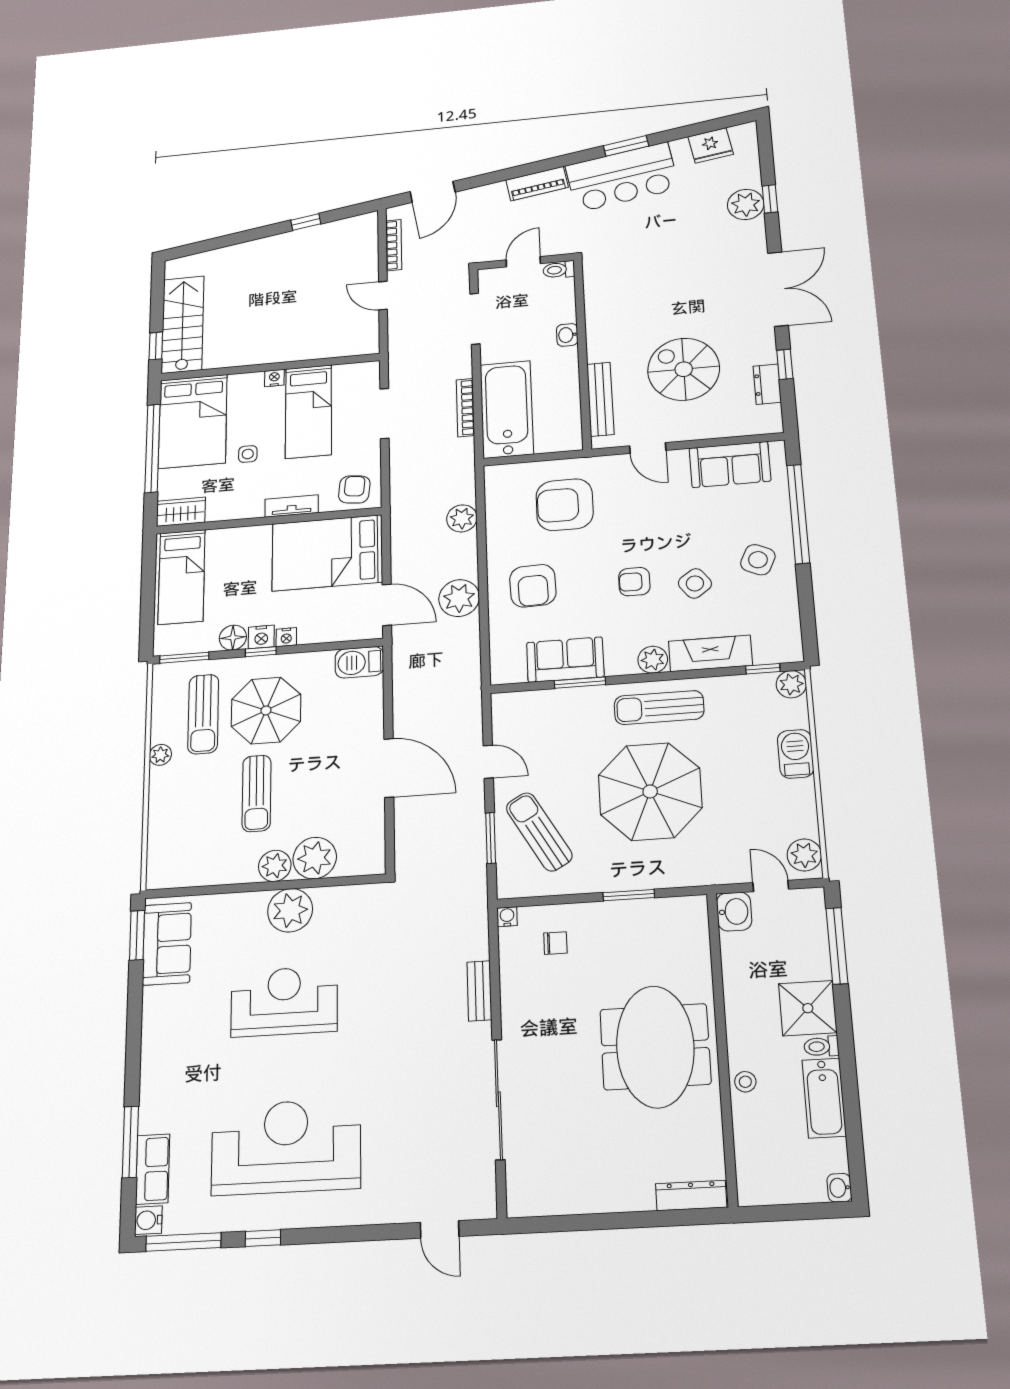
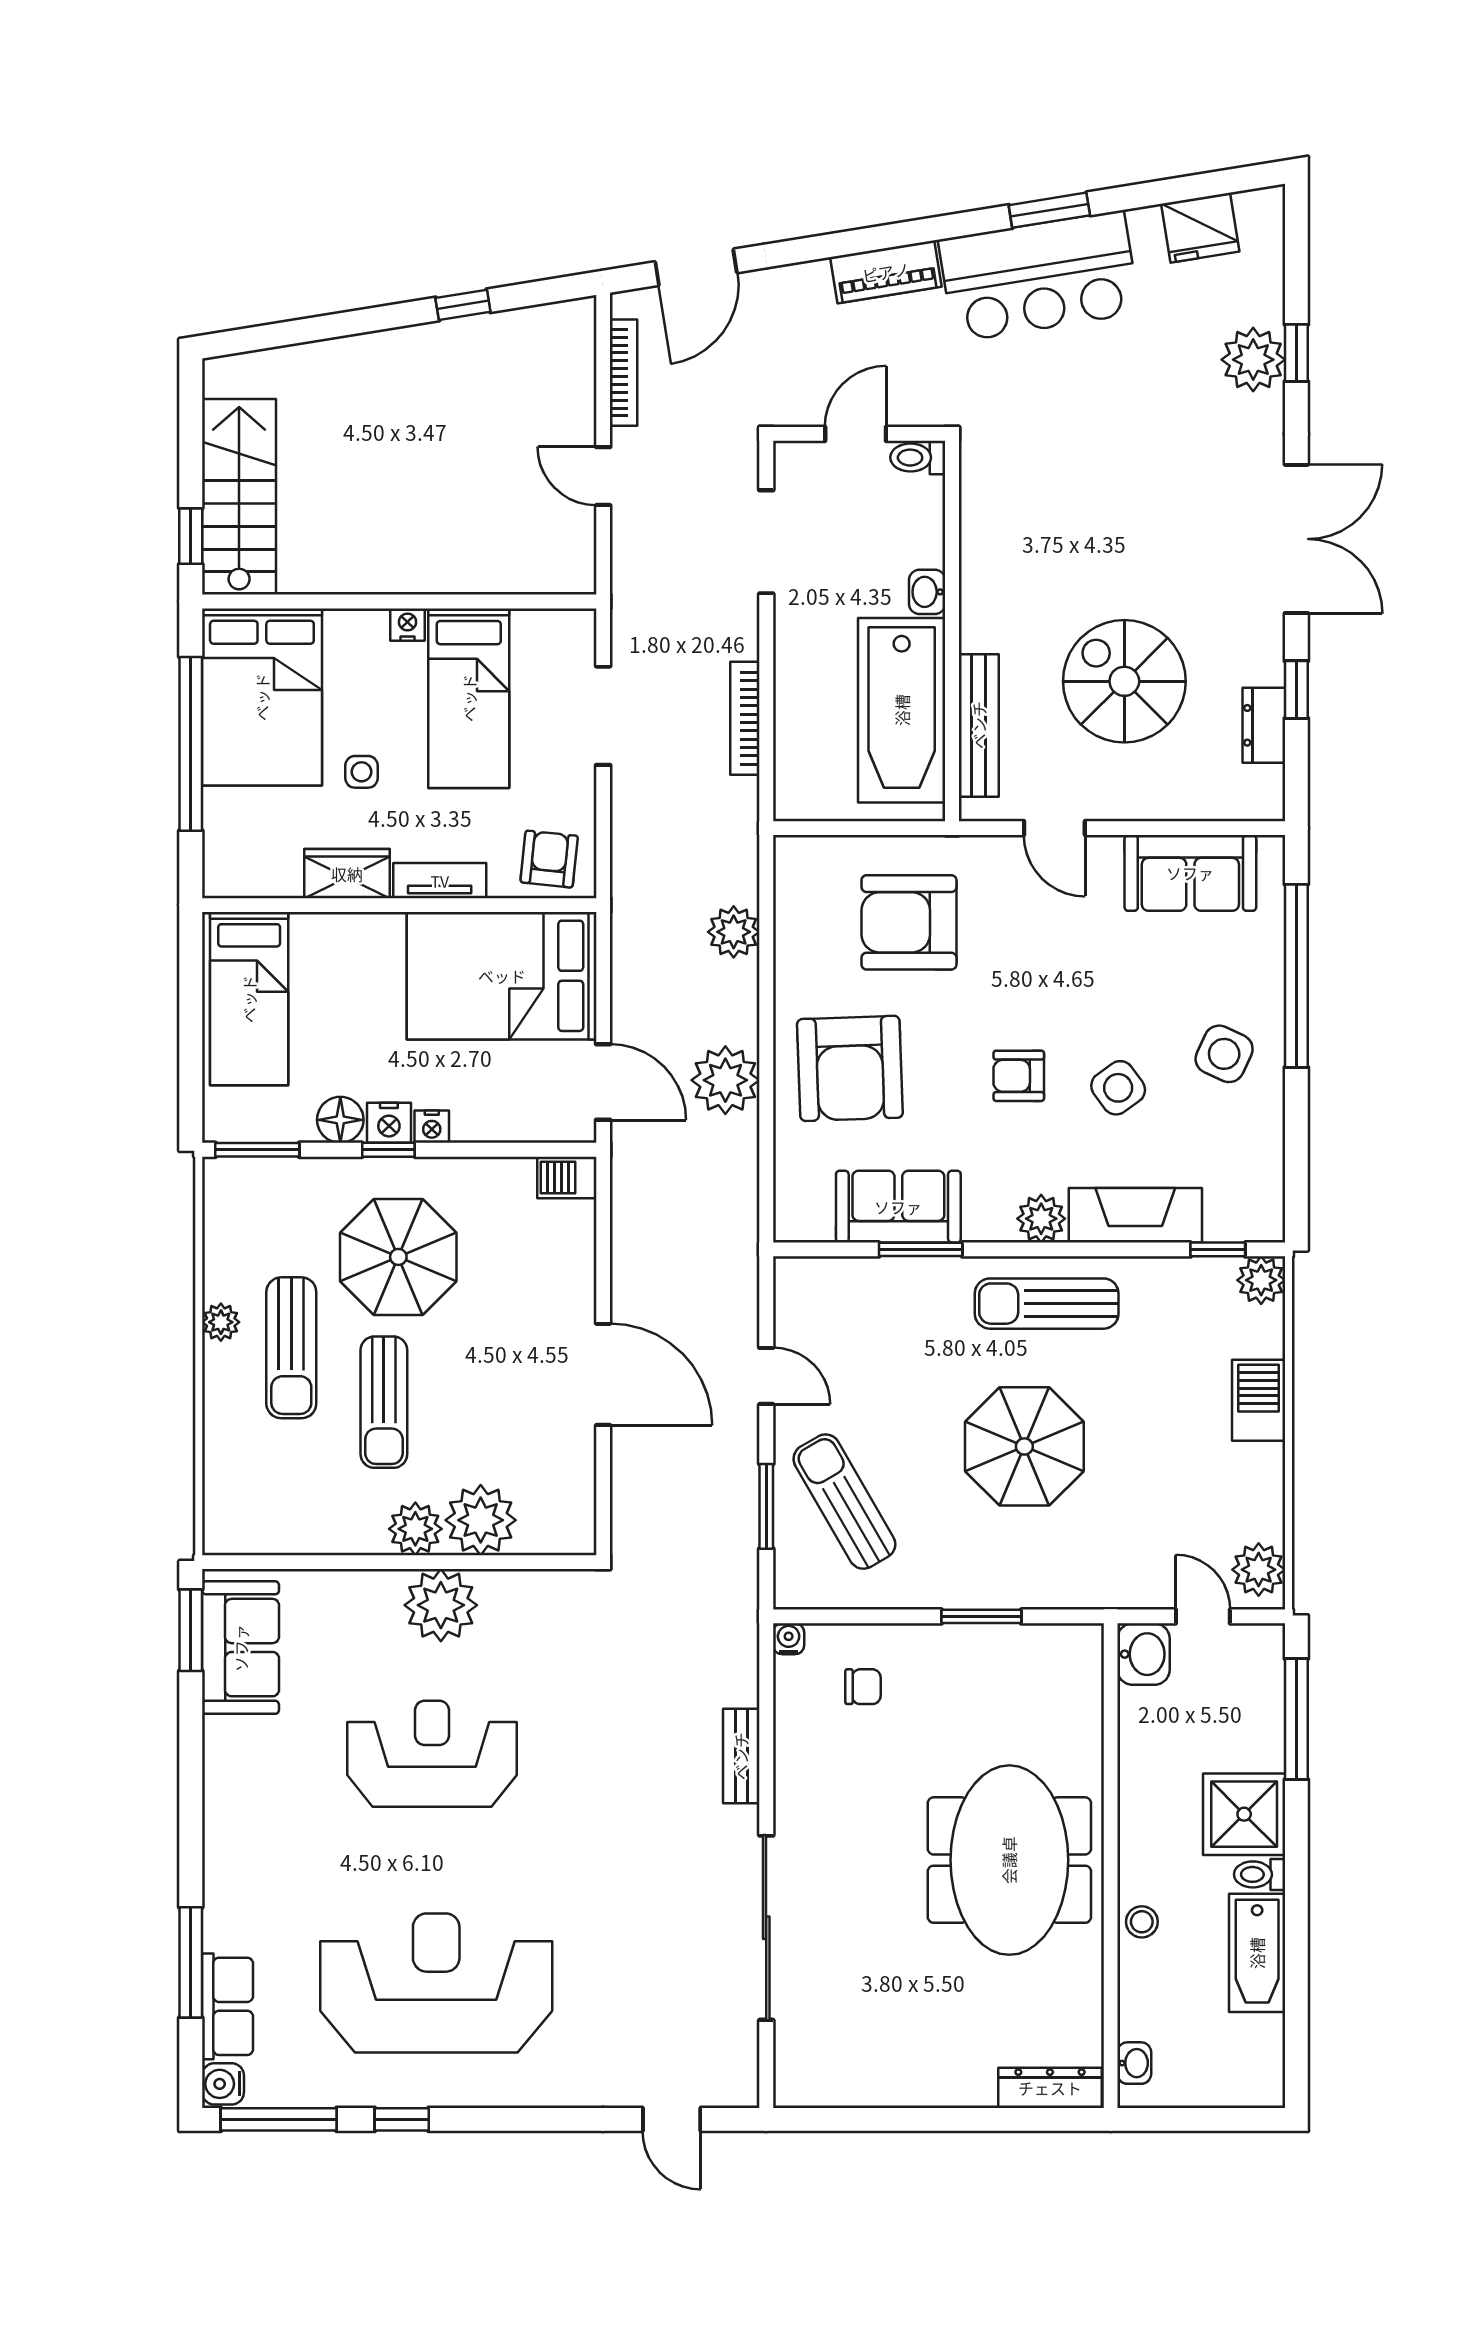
bathtub: (507, 409) -> (902, 710), moved, turned 180
wardrobe: (181, 512) -> (347, 874), moved
armchair: (533, 586) -> (850, 1068), width x1.36, depth x1.36
barbecue: (359, 662) -> (567, 1177), width x0.73, depth x0.79
sun lounger: (203, 714) -> (291, 1348), moved
parasol: (650, 791) -> (1024, 1446), width x0.73, depth x0.73
washbasin: (839, 1188) -> (1134, 2063), moved, turned 180

